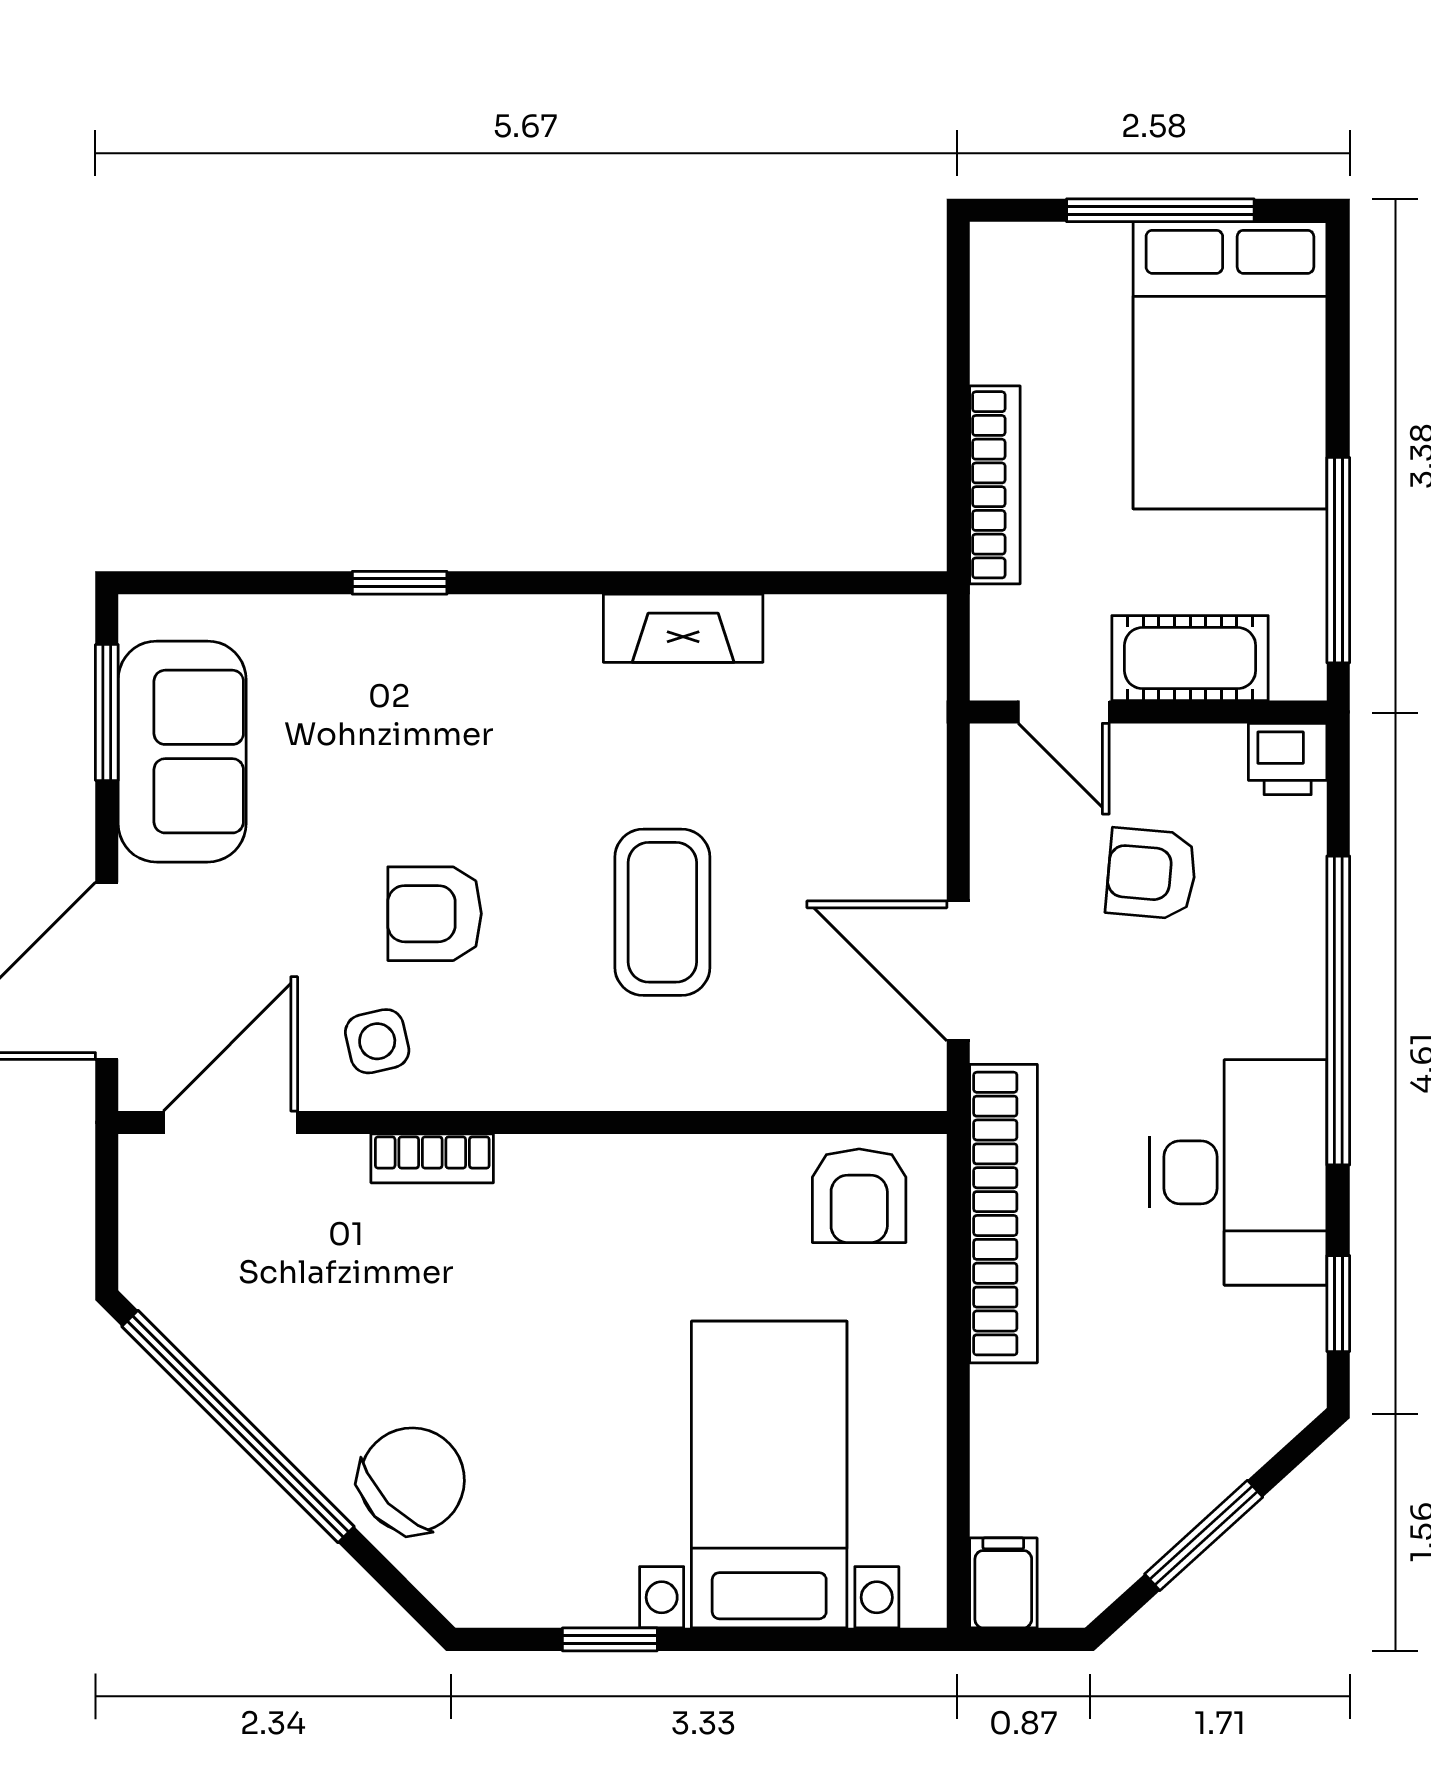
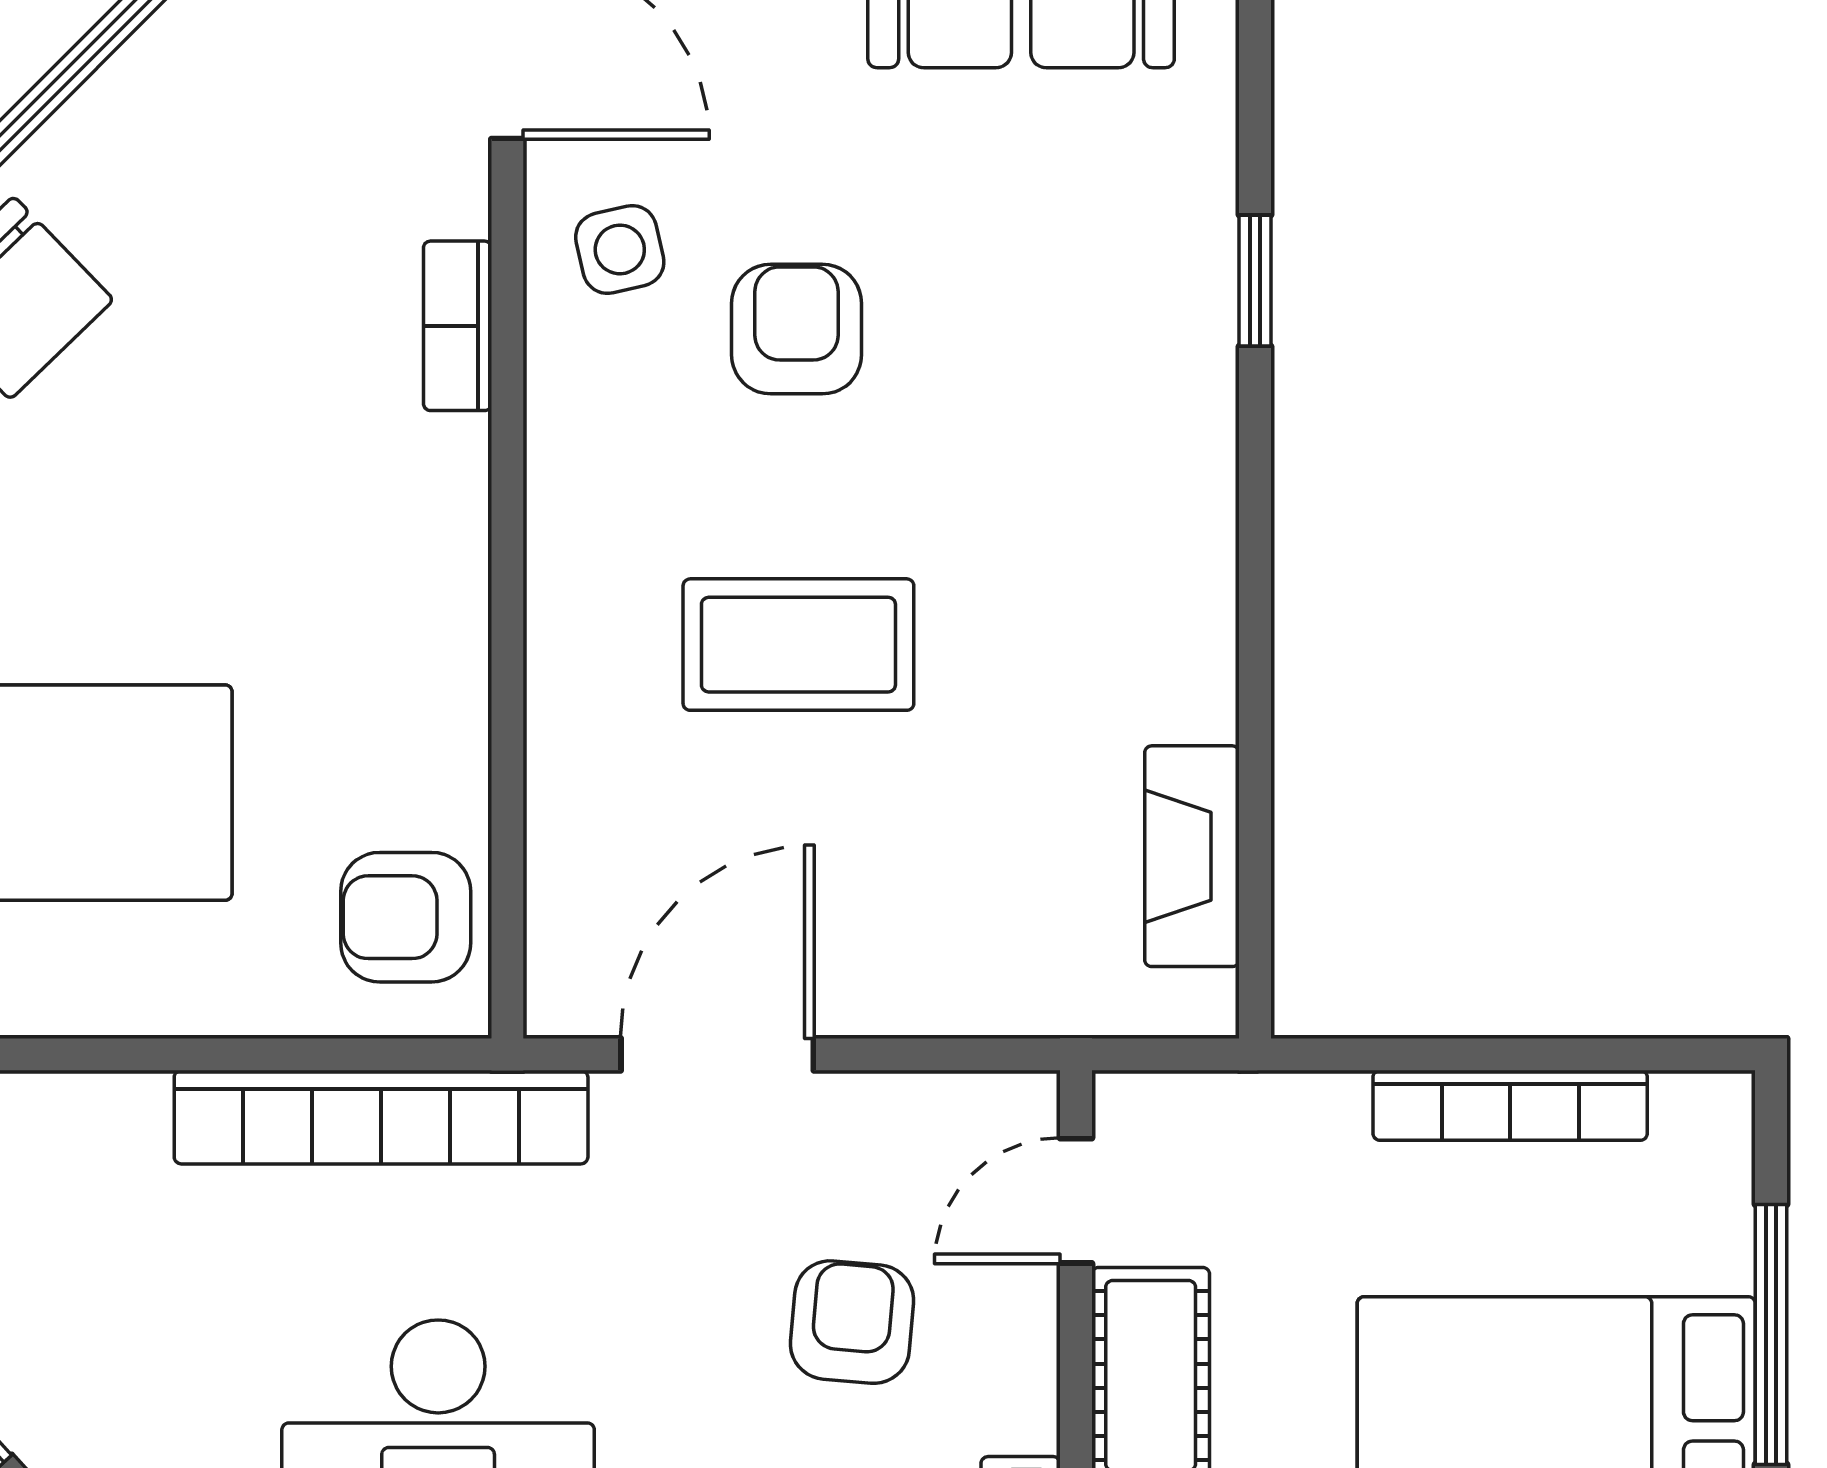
bookcase: (995, 485) -> (1510, 1105), moved
fireplace: (683, 628) -> (1192, 856), moved

